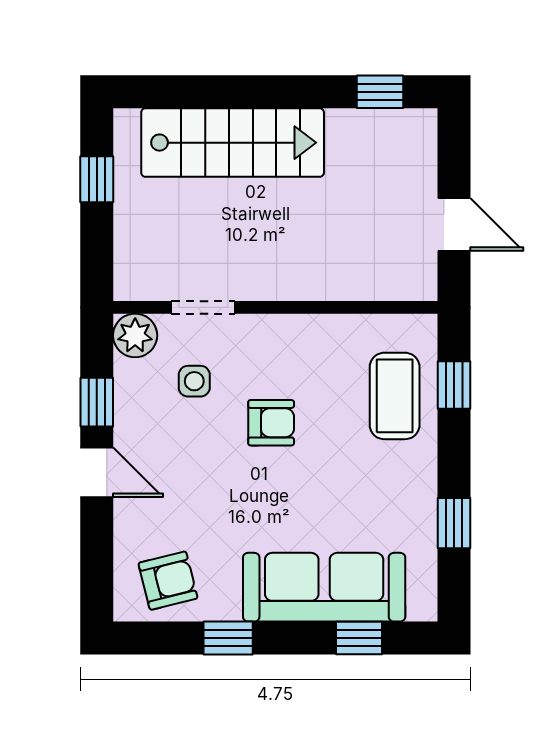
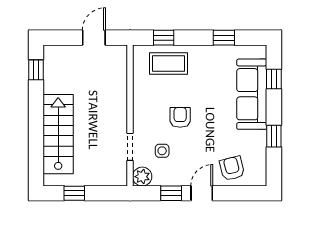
armchair: (168, 581) -> (232, 168), moved

